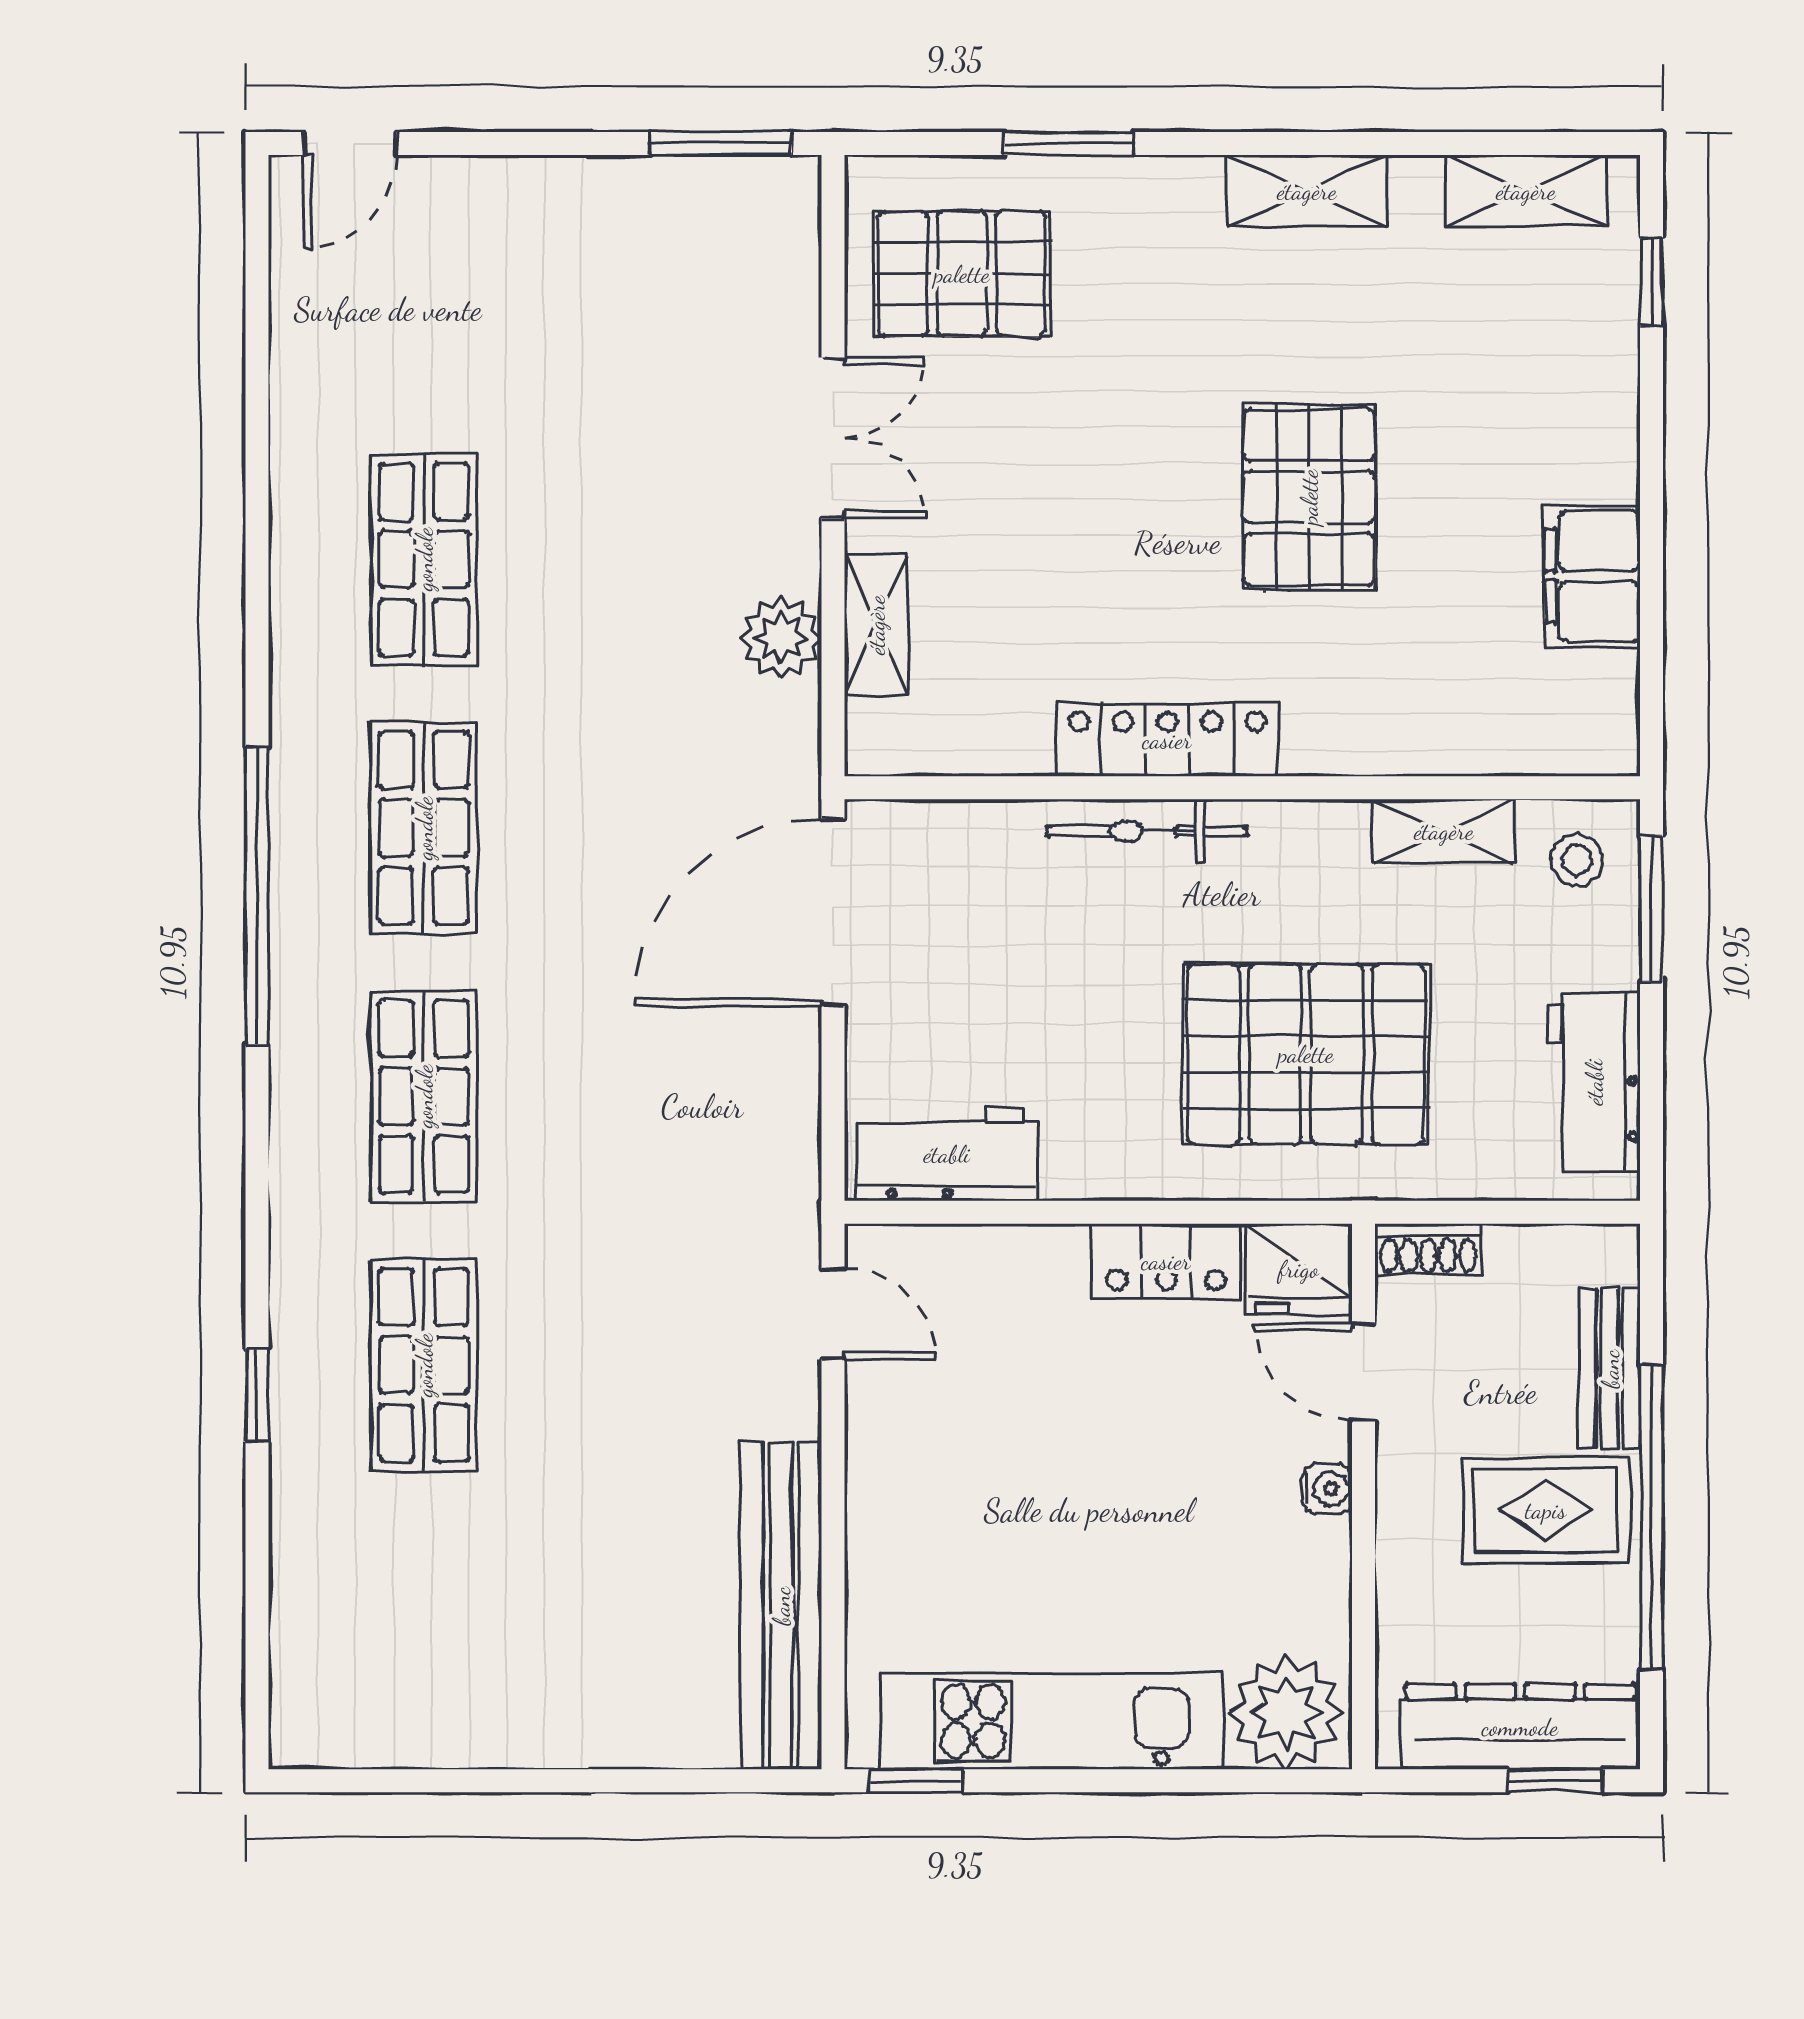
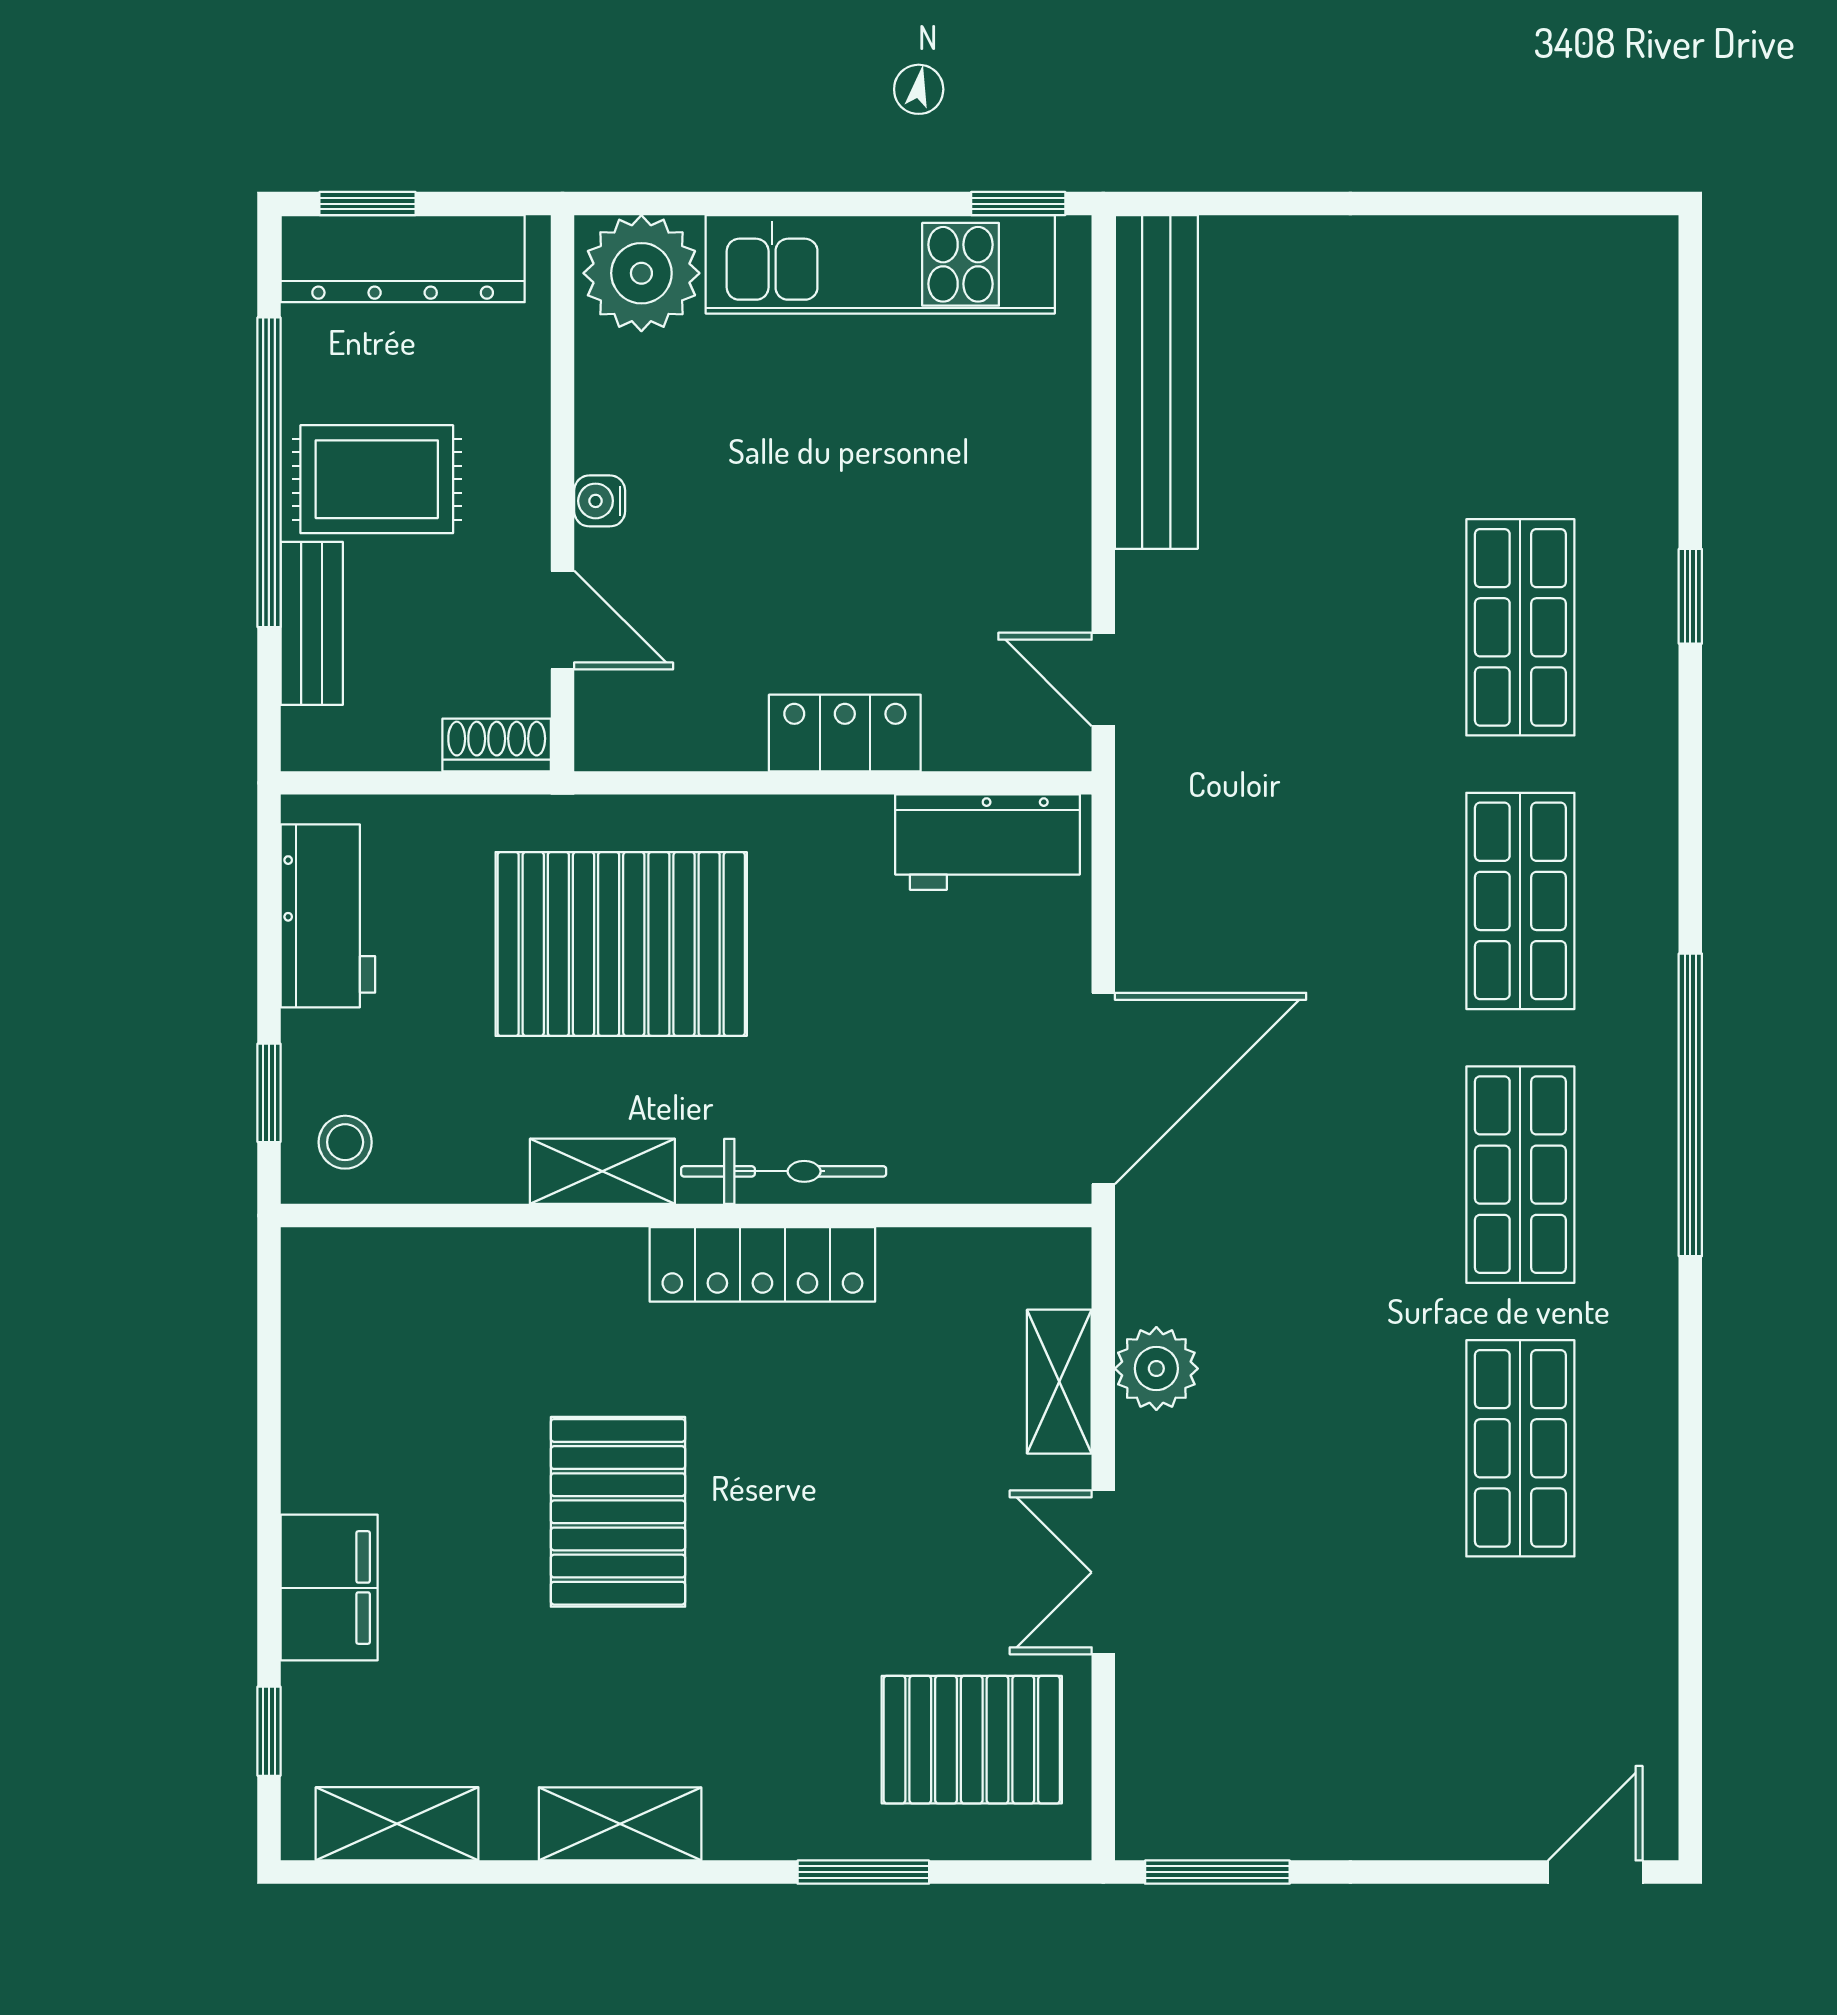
filing cabinet: (1593, 576) -> (329, 1588), moved
shelving: (1444, 831) -> (602, 1171), moved
window: (1652, 908) -> (269, 1093), width x0.67
locker: (1166, 1261) -> (845, 733), moved
fridge: (1299, 1269) -> (628, 725), removed

